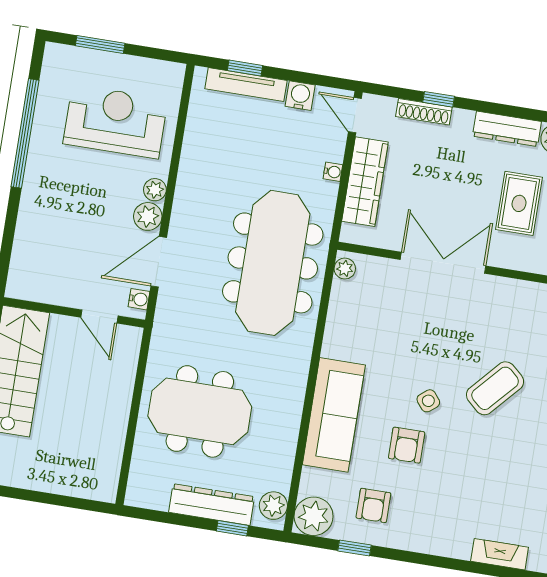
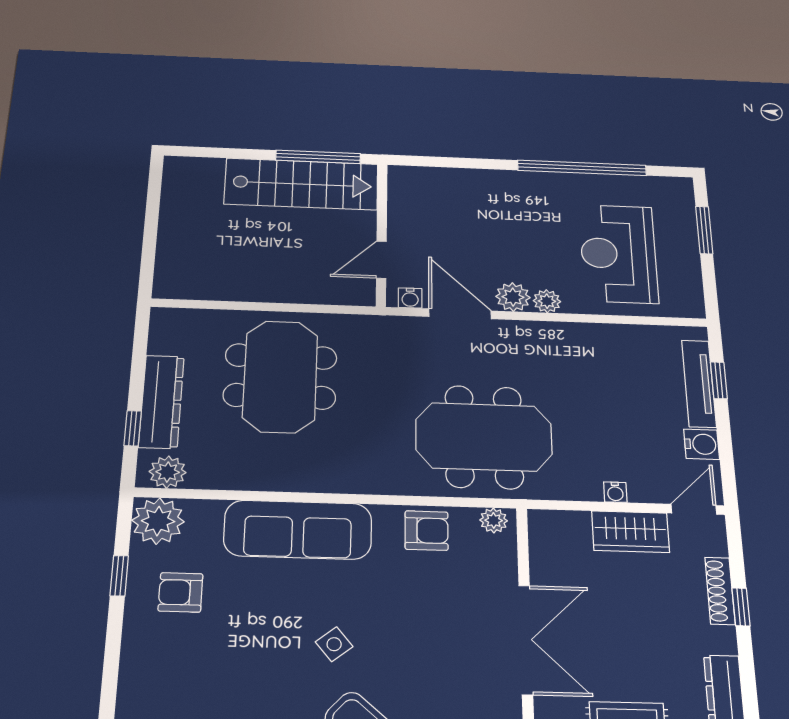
reception desk: (115, 122) -> (618, 254), turned 180
wardrobe: (365, 182) -> (631, 532), width x0.67
meeting table: (273, 263) -> (484, 437), width x0.73
armchair: (407, 445) -> (427, 531), moved, turned 180

